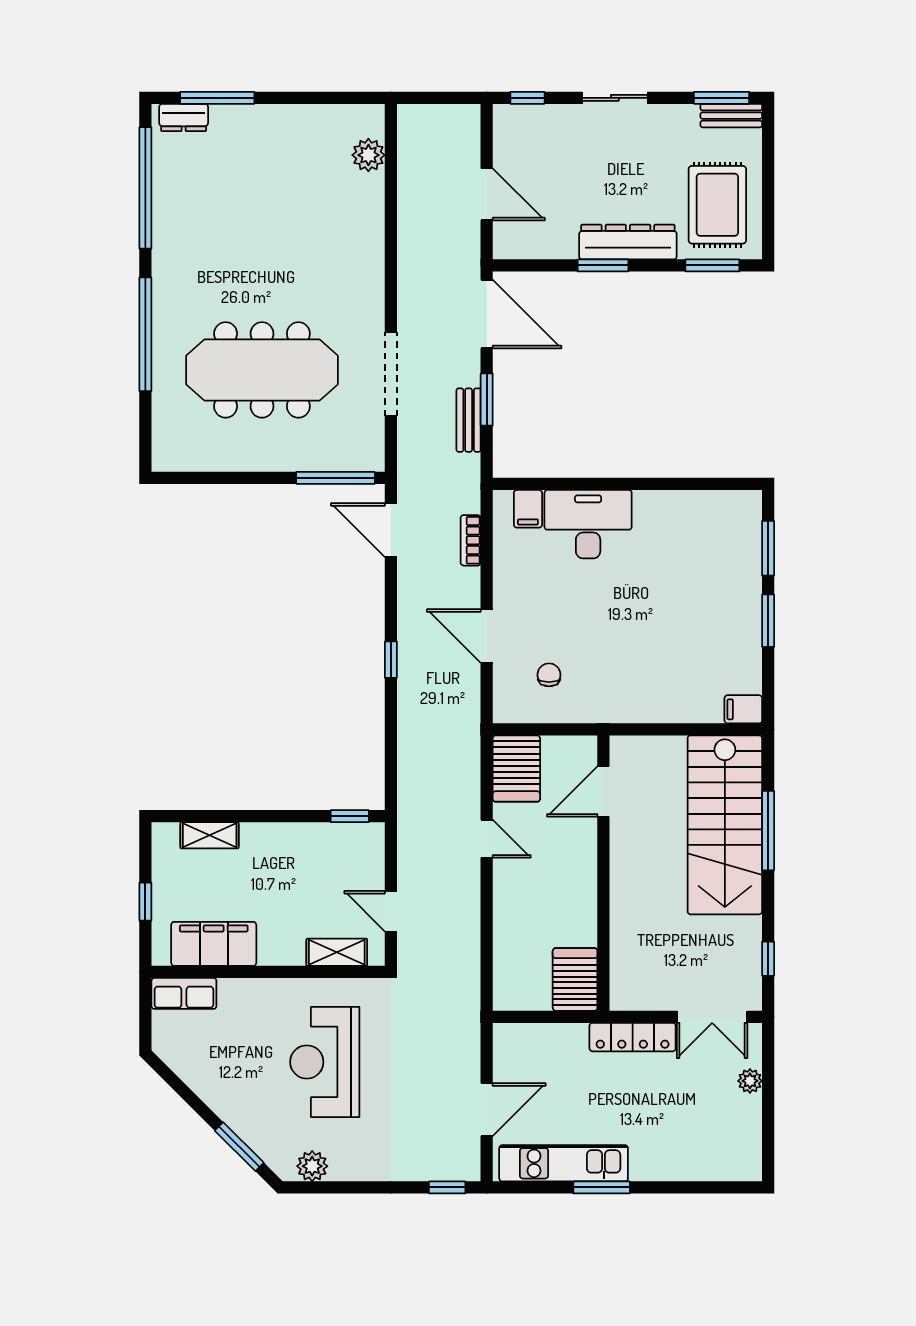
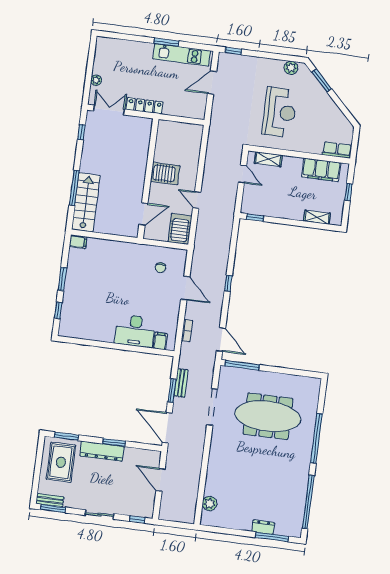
dresser: (184, 117) -> (263, 527), moved
window: (768, 548) -> (58, 310), width x0.67
stairs: (725, 825) -> (86, 202), width x0.73, depth x0.66
server rack: (575, 979) -> (165, 174), moved, turned -90

